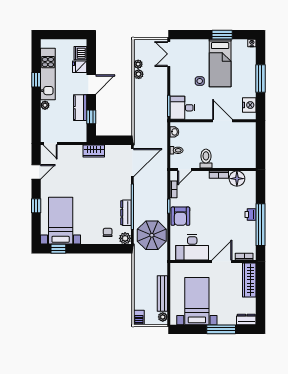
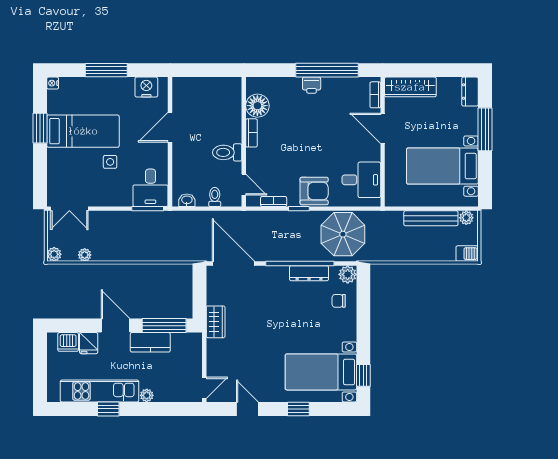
plant: (139, 74) -> (54, 254), moved
window: (91, 117) -> (164, 326), width x2.17
desk: (192, 247) -> (361, 180), width x0.73

